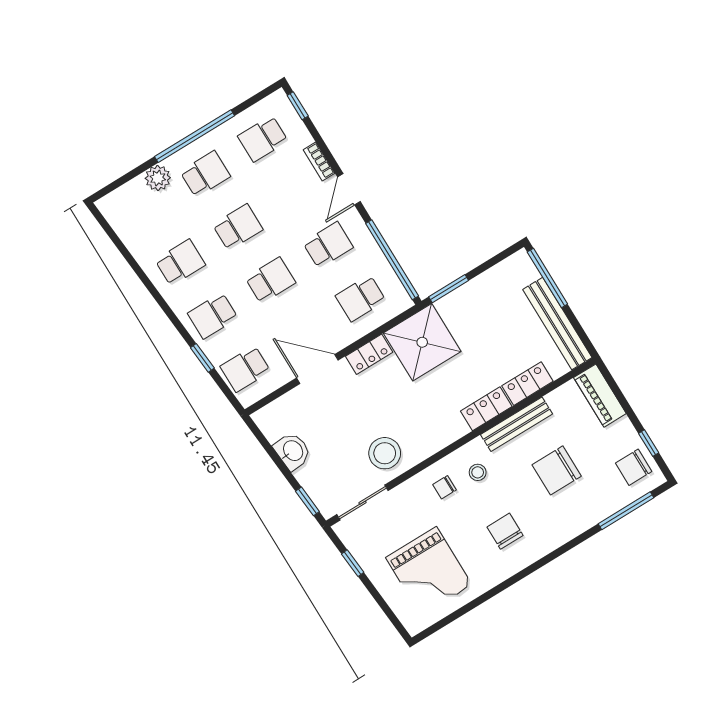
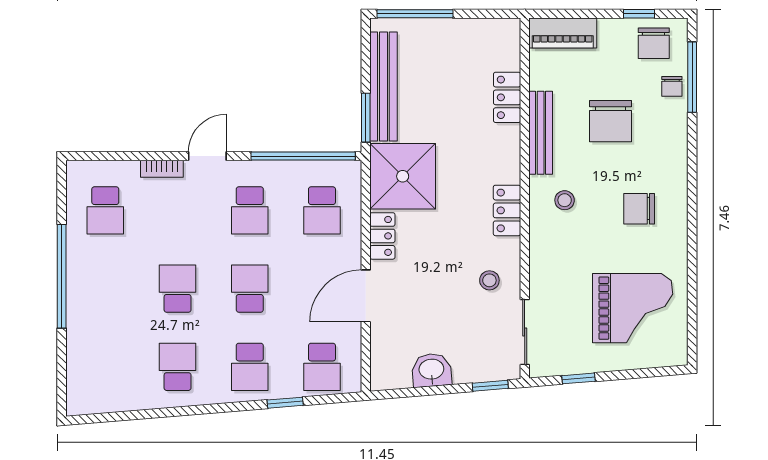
window: (298, 106) -> (94, 156), removed
school desk: (205, 174) -> (105, 289), removed
plant: (158, 178) -> (81, 338), removed
door: (349, 189) -> (207, 156), swing flipped
school desk: (328, 245) -> (250, 210), turned 180
bench: (557, 324) -> (383, 87), moved, turned 90
locker: (486, 409) -> (507, 210), moved
stool: (385, 453) -> (489, 280), width x0.53, depth x0.53
chair: (445, 487) -> (672, 86), moved

